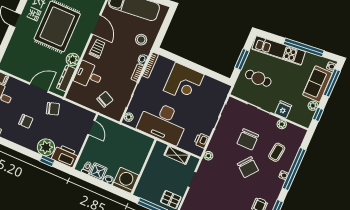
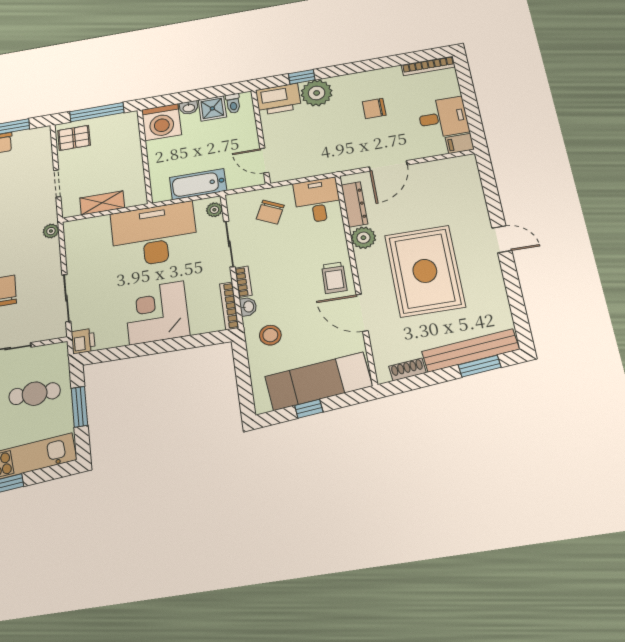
desk: (89, 75) -> (317, 200), moved, turned -90
chair: (53, 109) -> (344, 150), removed
bathtub: (128, 135) -> (198, 184), added
printer: (201, 140) -> (83, 341), moved

